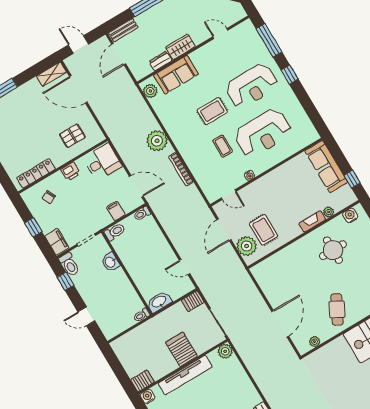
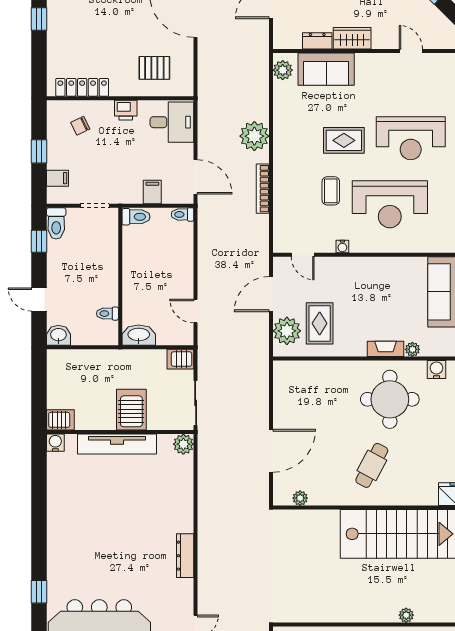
filing cabinet: (57, 242) -> (58, 178), width x0.50
round table: (333, 250) -> (390, 399), width x1.36, depth x1.36
washbasin: (110, 262) -> (58, 335), moved, turned 90
cafe table: (337, 309) -> (372, 465), moved
toilet: (142, 315) -> (107, 314), moved

